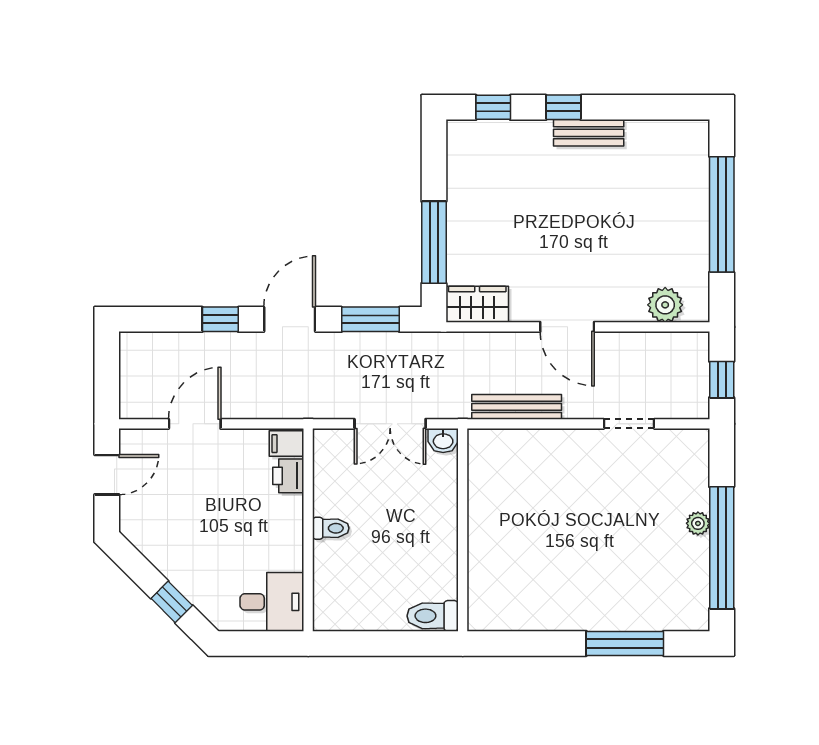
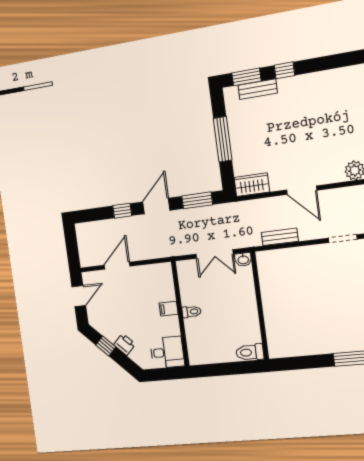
window: (493, 107) -> (246, 77), width x1.50
bench: (589, 133) -> (258, 89), moved
window: (434, 242) -> (223, 139), moved
bench: (517, 407) -> (280, 237), width x0.73
filing cabinet: (286, 444) -> (169, 309), moved
printer: (288, 476) -> (125, 344), moved, turned 135
window: (172, 602) -> (106, 346), moved

